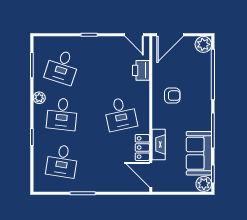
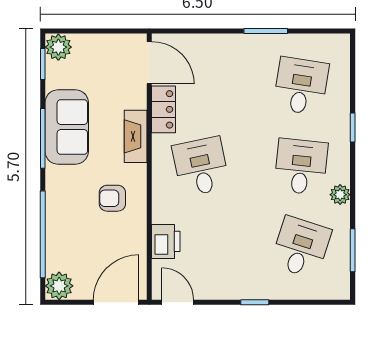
fireplace: (159, 144) -> (136, 136), moved
sofa: (199, 153) -> (67, 127), moved

